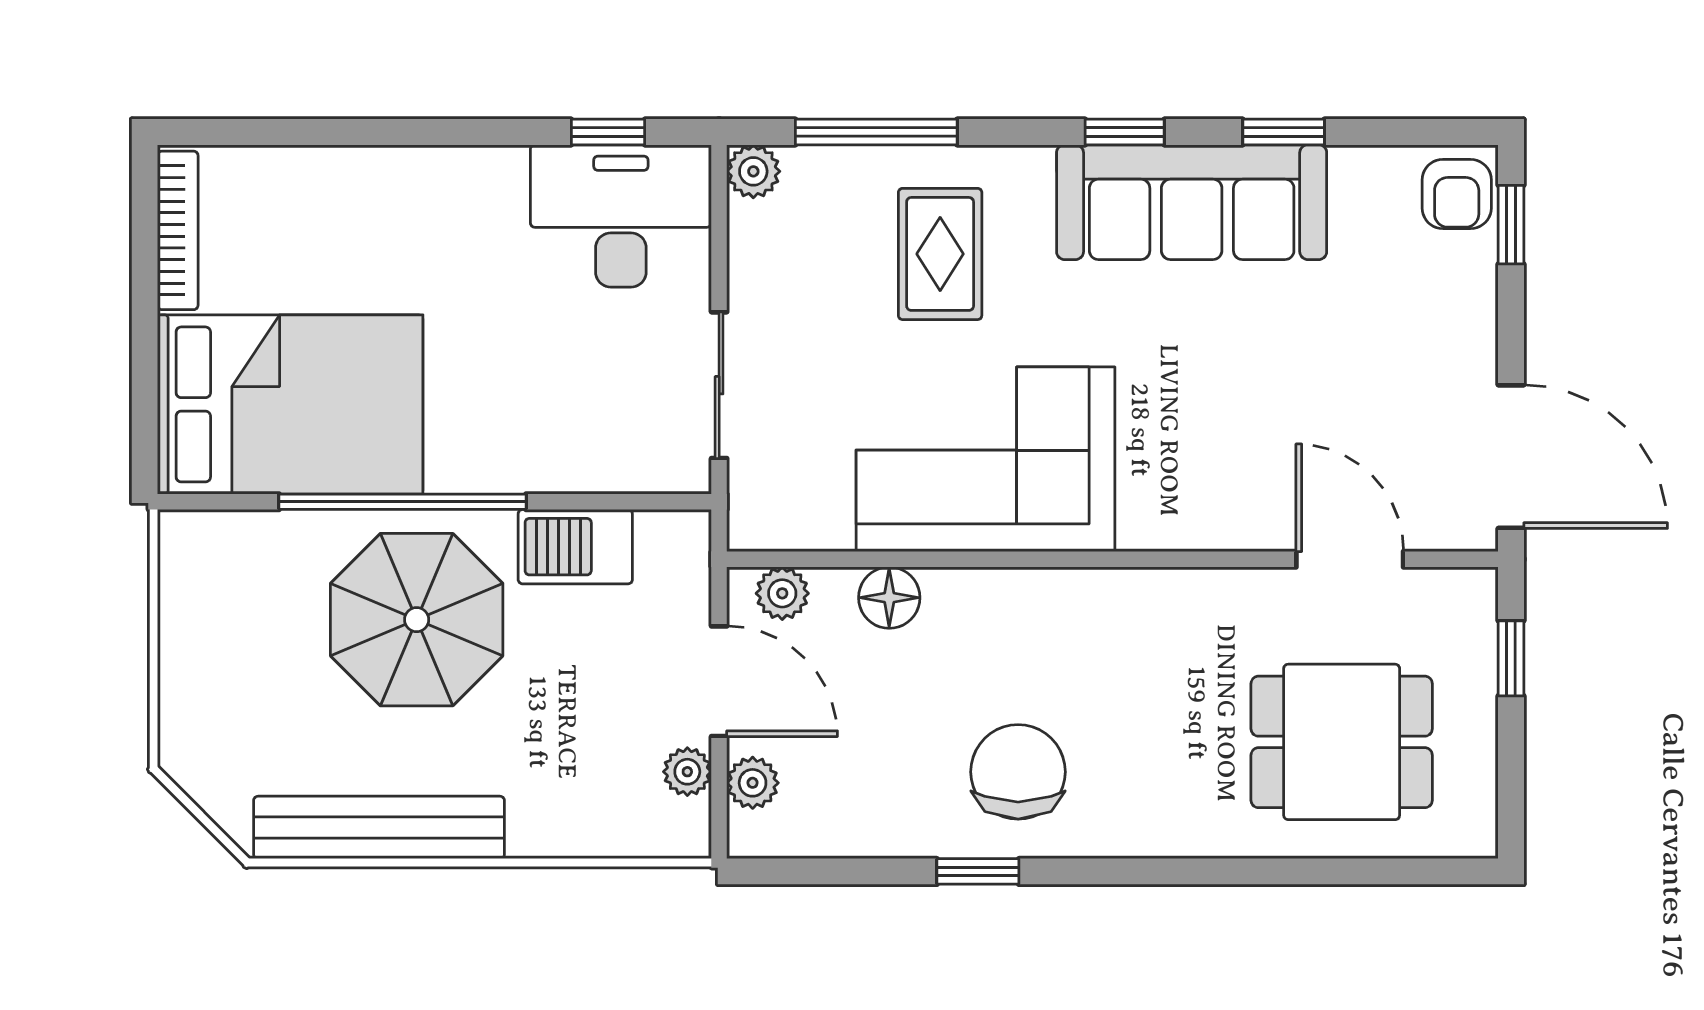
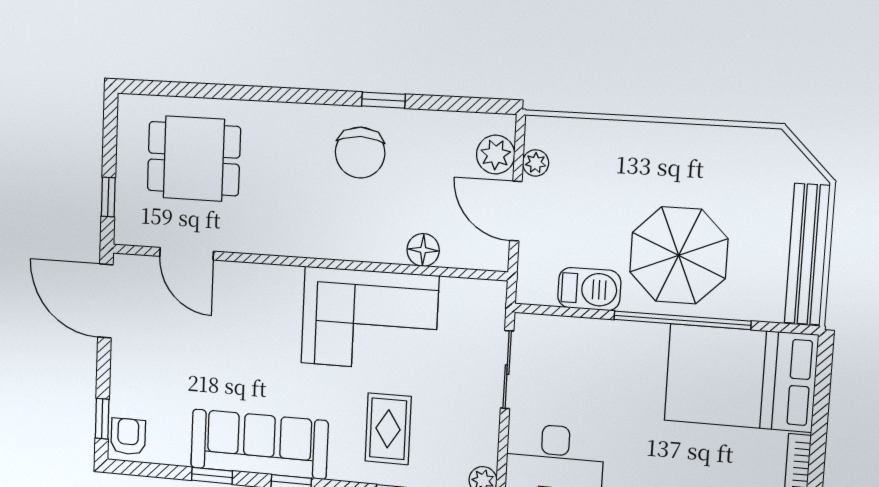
plant: (782, 593) -> (480, 256), removed
plant: (753, 783) -> (496, 155), width x1.38, depth x1.38
bench: (379, 827) -> (807, 254), moved, turned 90

